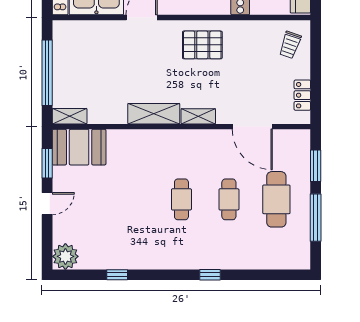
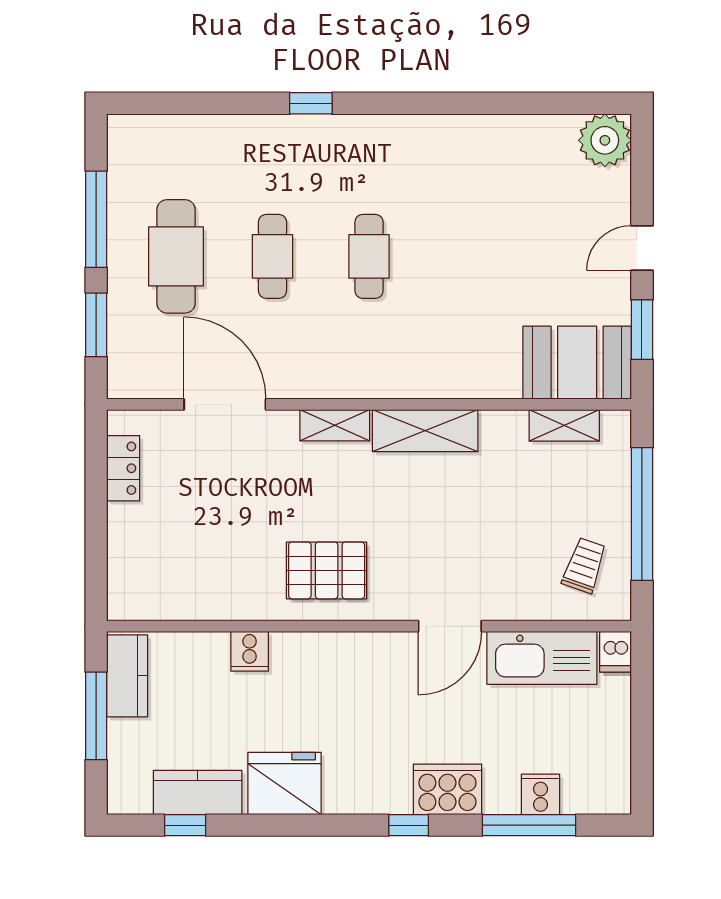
trolley: (290, 45) -> (584, 565), moved
shelving: (70, 116) -> (564, 425), moved
window: (117, 275) -> (500, 103), removed

